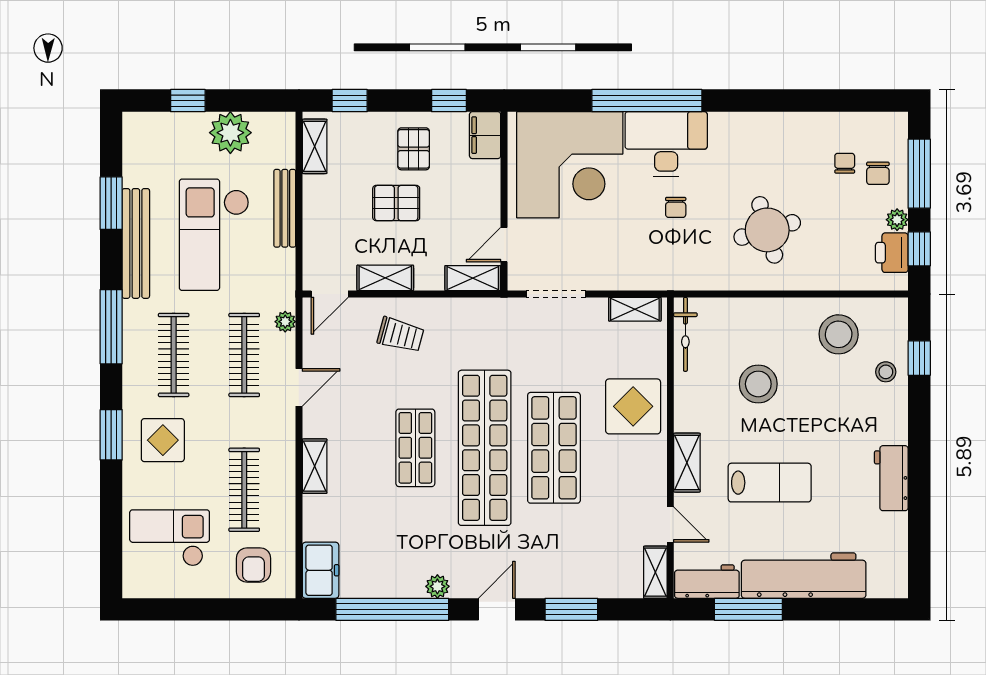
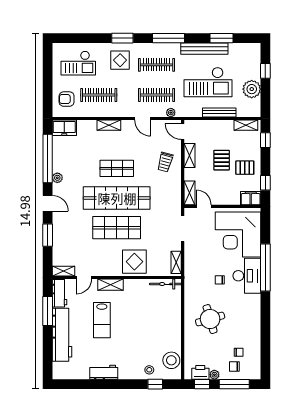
checkout: (214, 235) -> (208, 82), turned 180
stool: (839, 334) -> (171, 360), moved
stool: (758, 384) -> (144, 315), removed
checkout: (170, 538) -> (78, 63), turned 90

